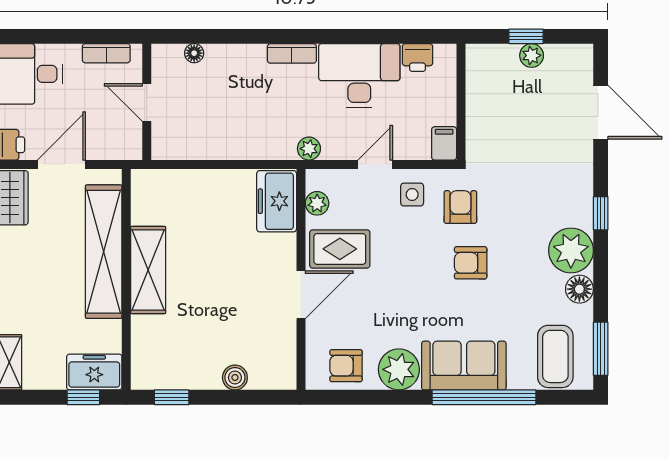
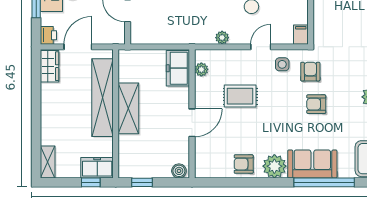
freezer: (277, 201) -> (178, 68), moved
plant: (317, 203) -> (201, 69), moved
wall: (301, 279) -> (192, 114), moved
door: (301, 295) -> (192, 123), moved

